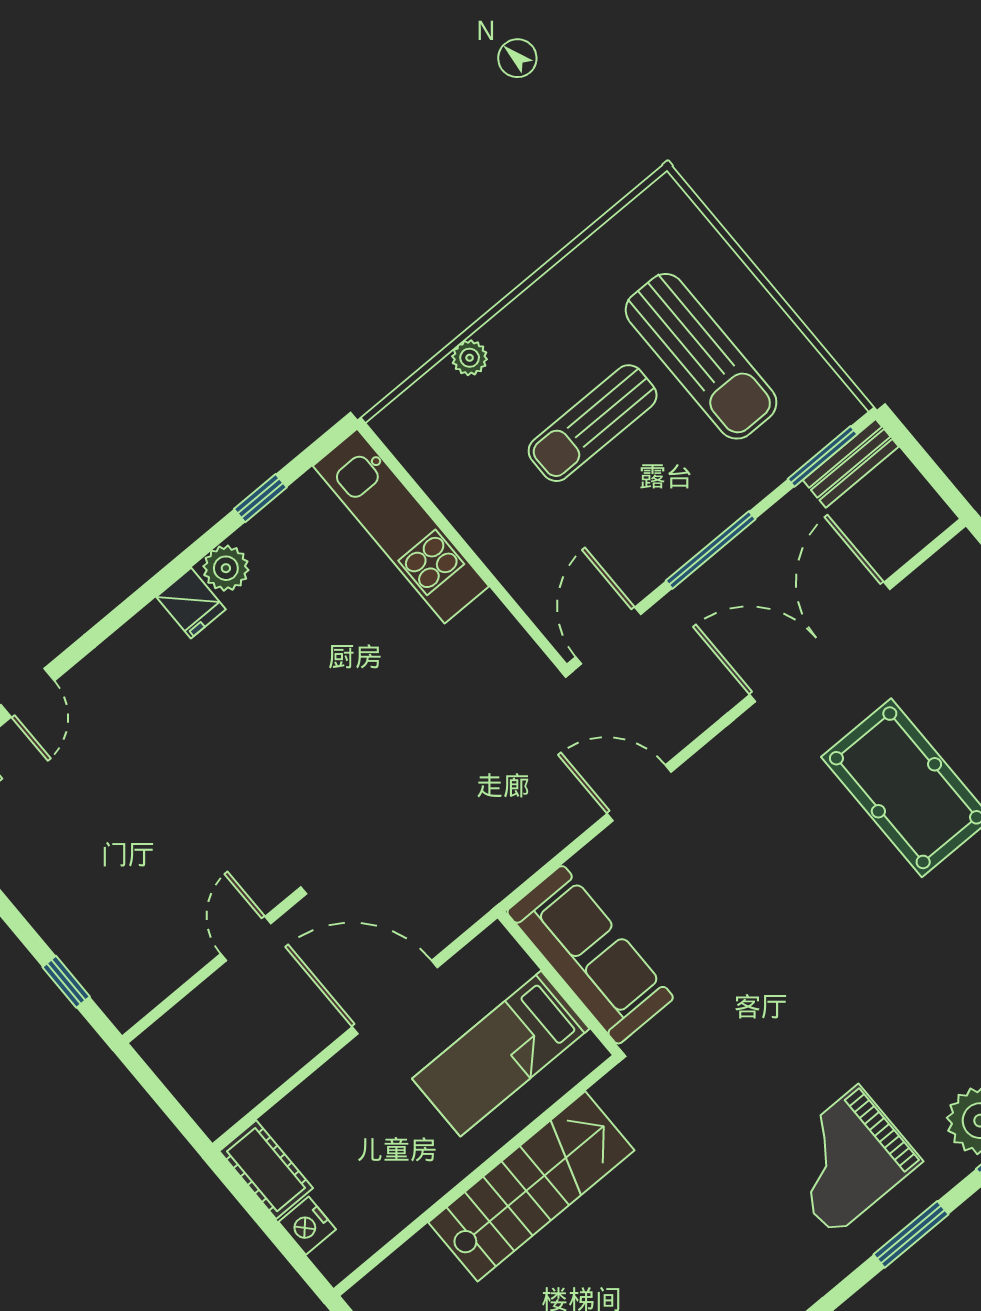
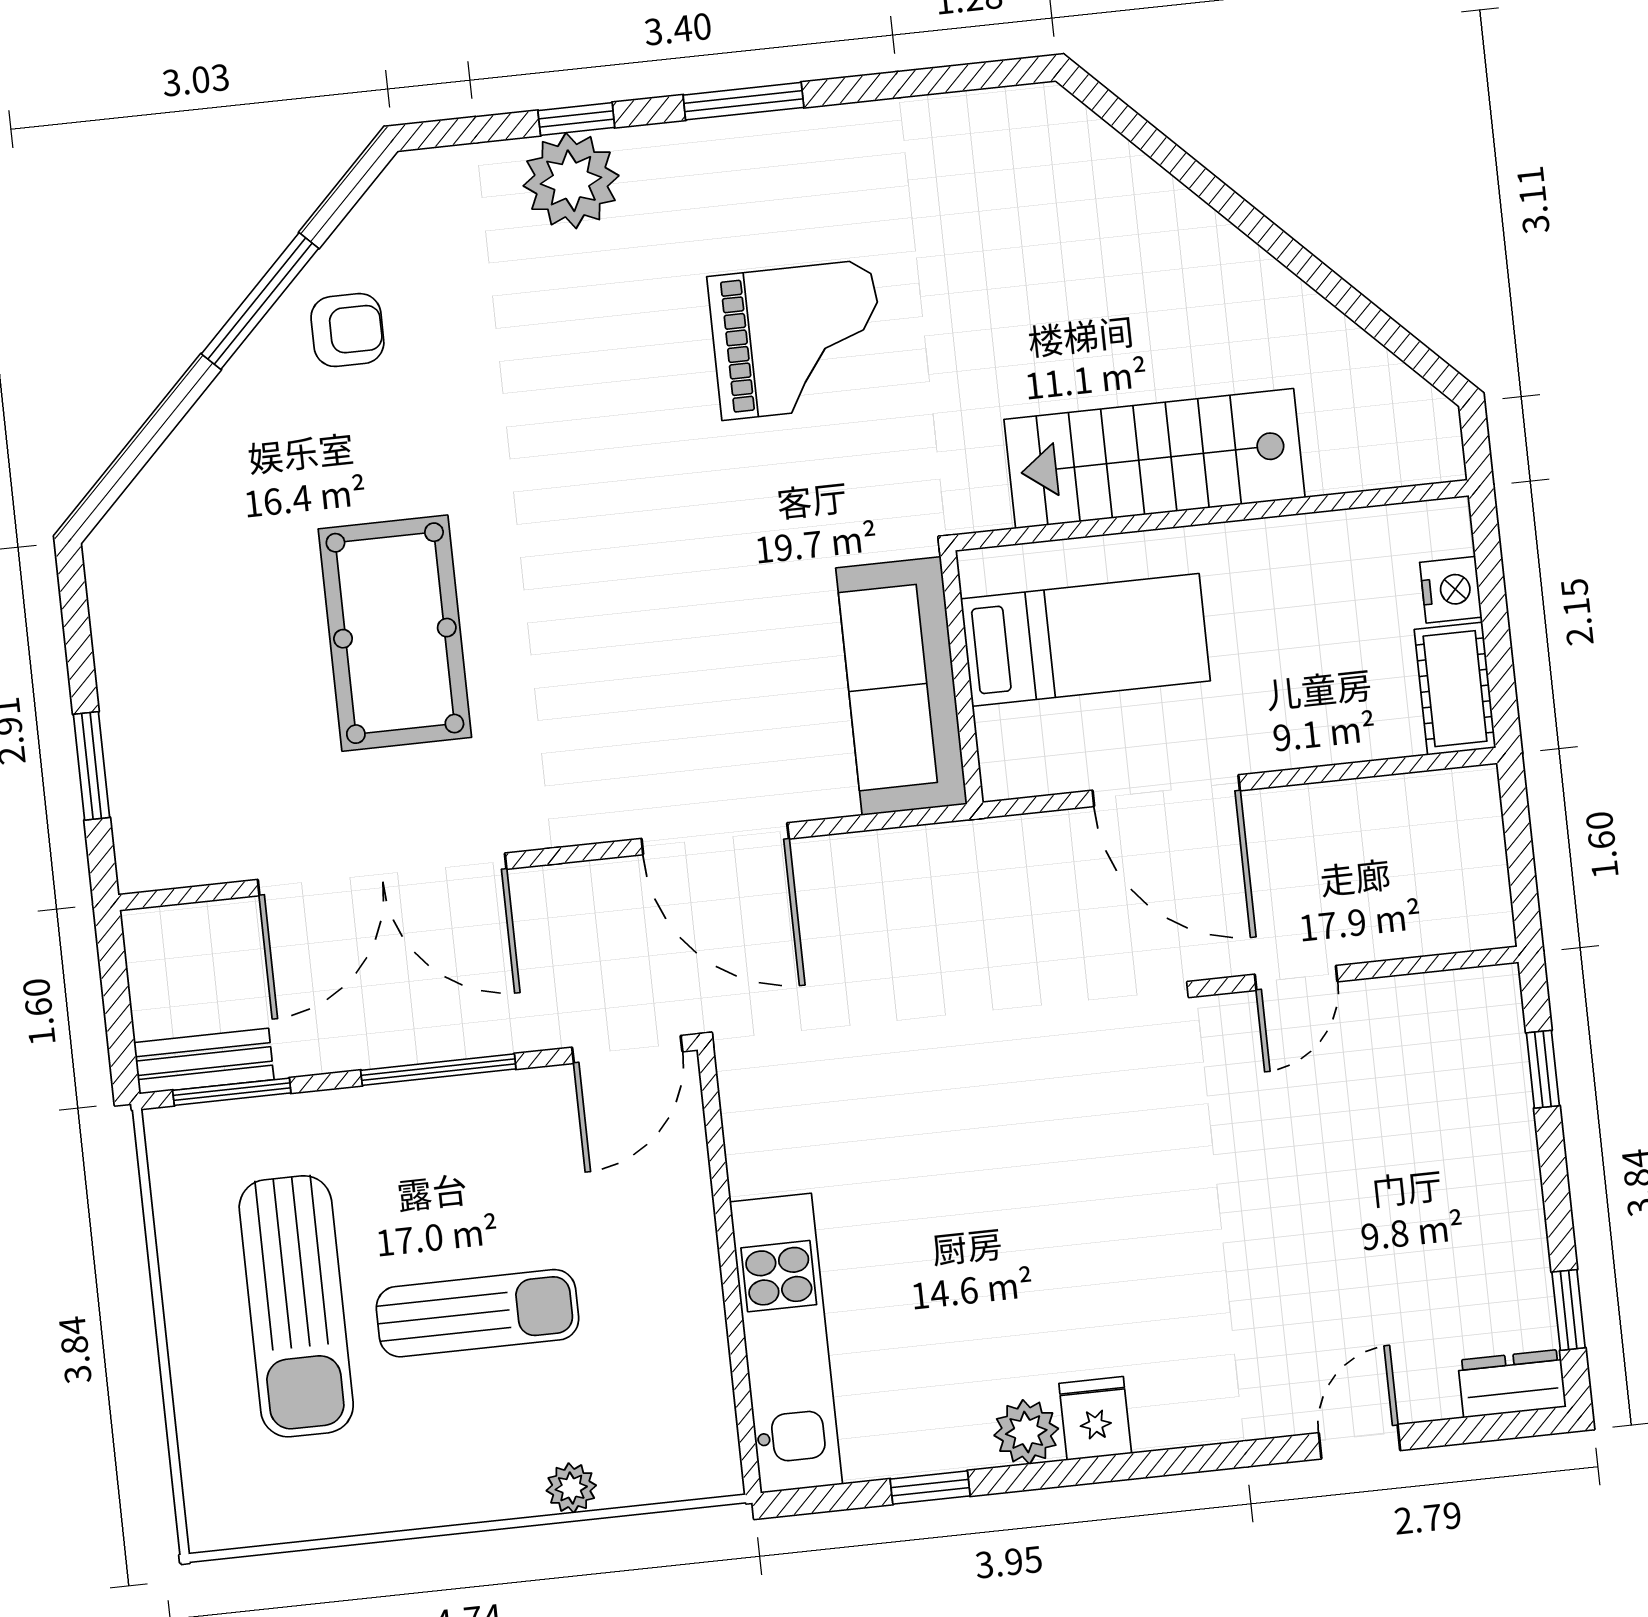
sun lounger: (701, 356) -> (296, 1306), turned 180
door: (639, 793) -> (715, 839), width x1.36
grand piano: (846, 1160) -> (797, 340), moved

